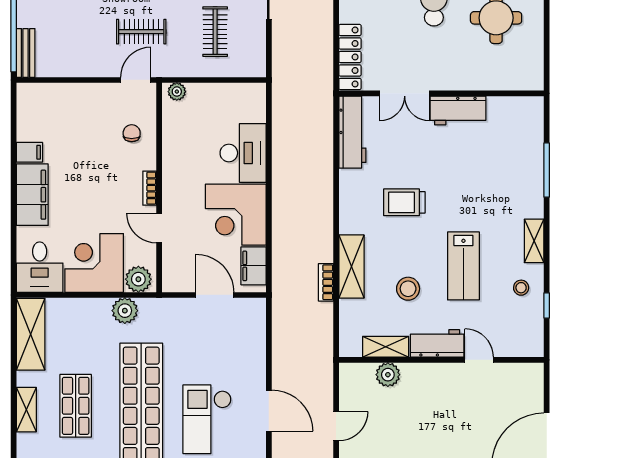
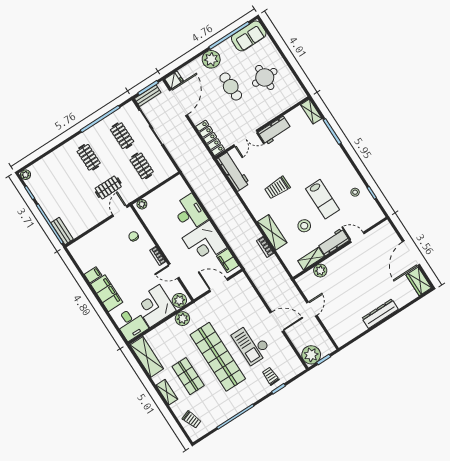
shelving: (534, 241) -> (311, 112), moved

